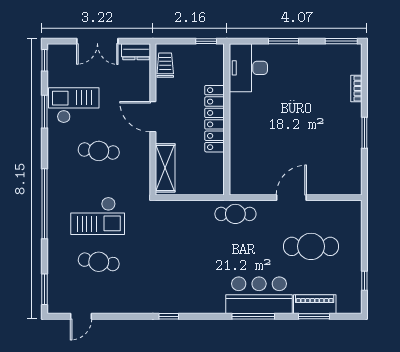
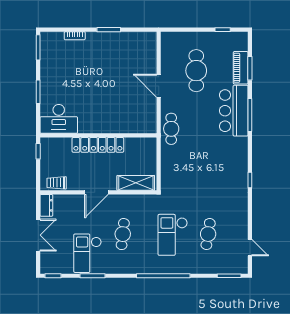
checkout: (98, 216) -> (173, 235), turned 180

